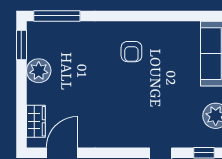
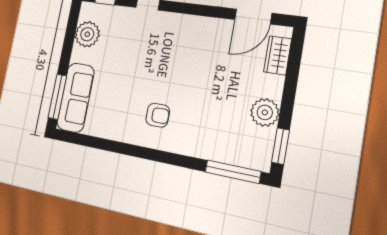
armchair: (131, 52) -> (158, 115), turned 90

